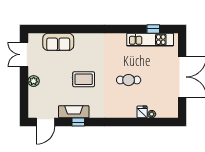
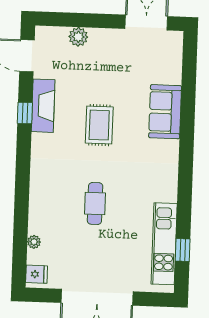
sofa: (58, 42) -> (165, 112), moved
plant: (34, 81) -> (78, 37), moved
fridge: (142, 112) -> (37, 274), moved

